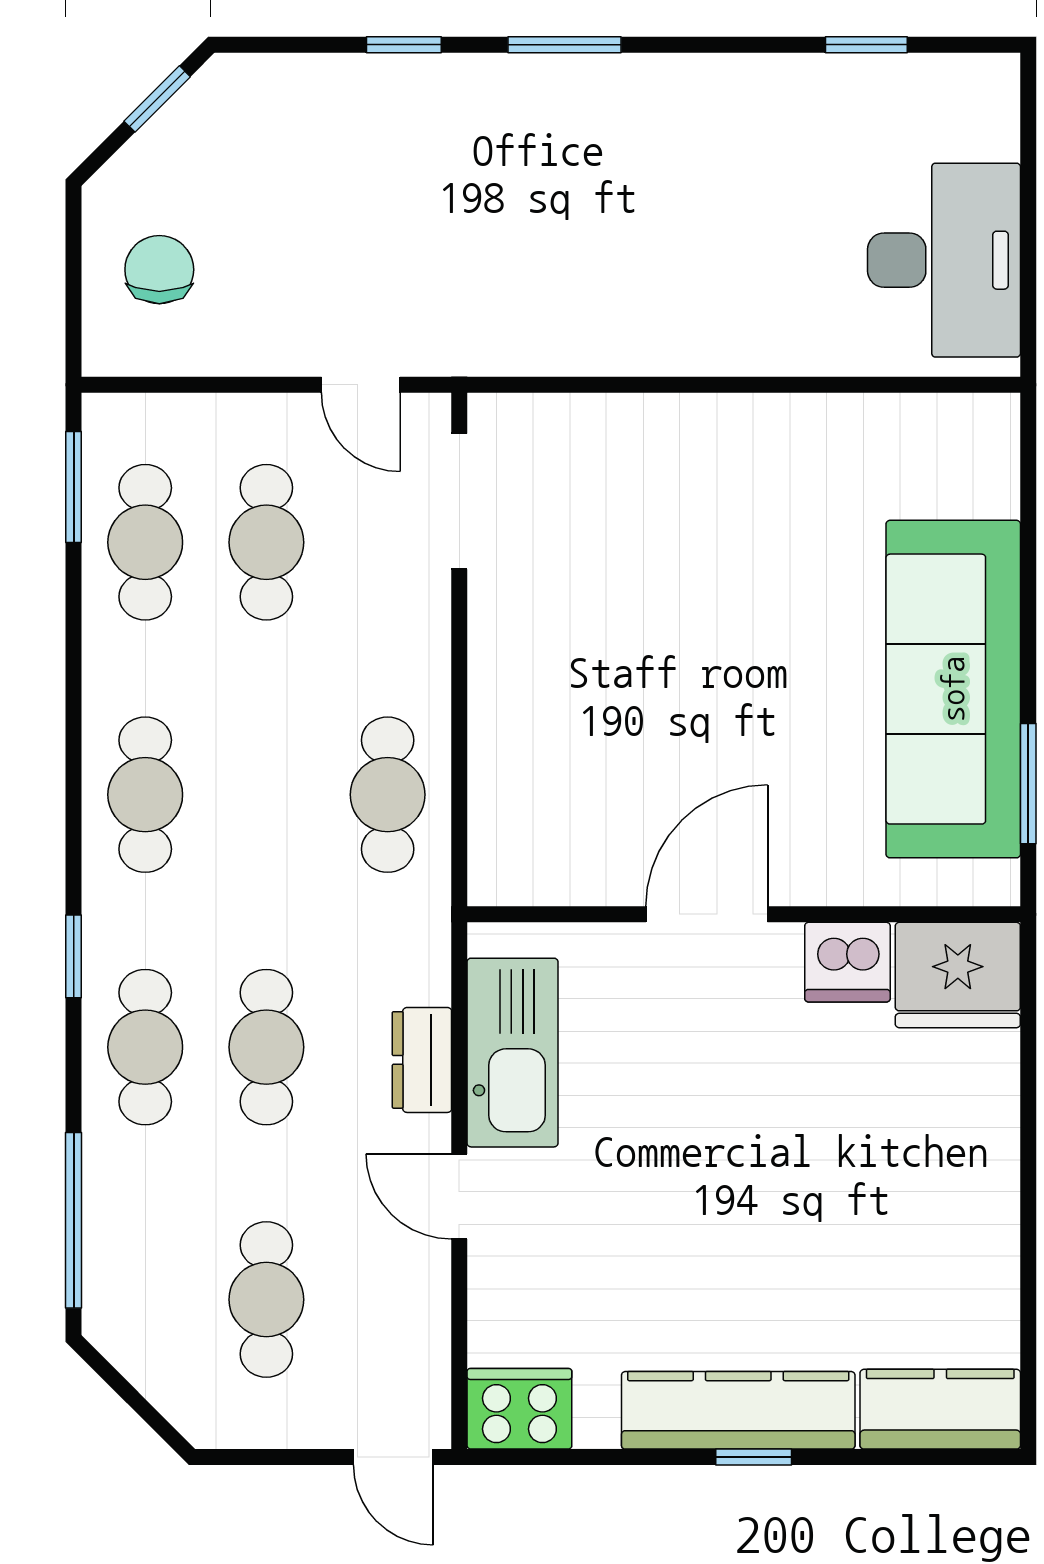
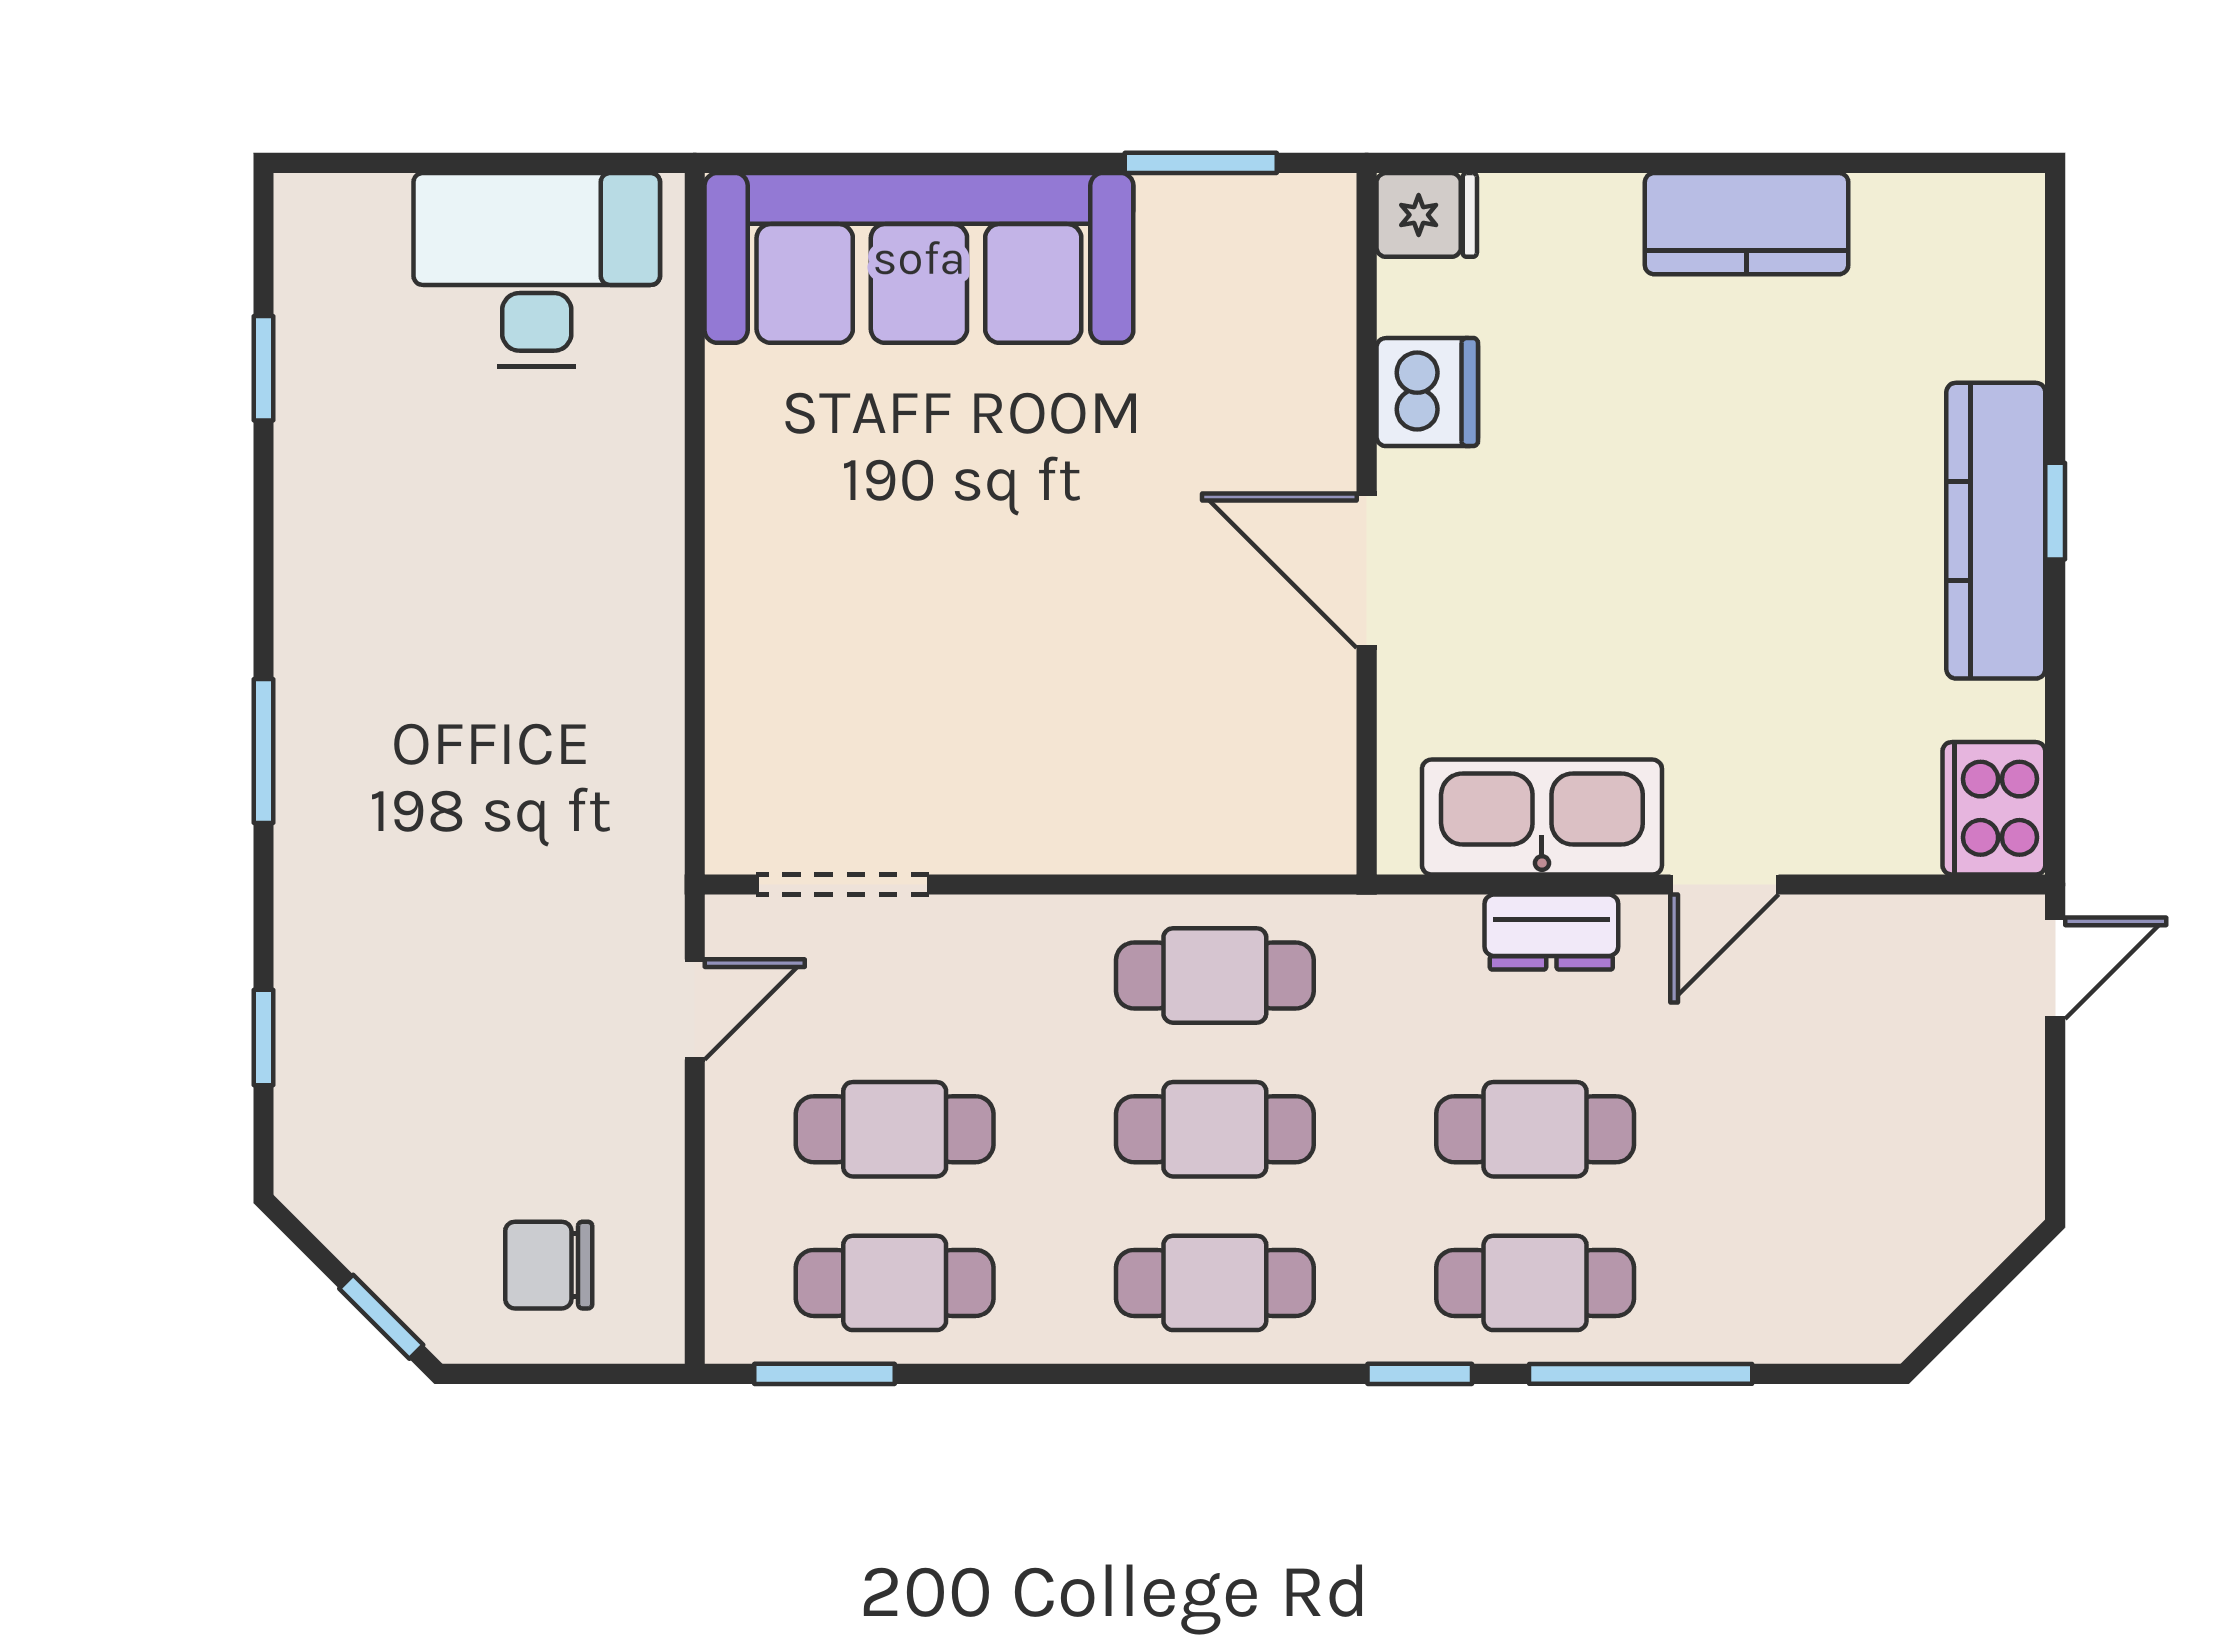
window: (404, 45) -> (263, 1038), moved
window: (157, 99) -> (381, 1317), moved
sofa: (953, 689) -> (919, 258), moved
fridge: (958, 975) -> (1427, 215), width x0.53, depth x0.75
window: (74, 1220) -> (1641, 1374), moved
cafe table: (266, 1300) -> (1215, 1129), moved
kitchen counter: (940, 1409) -> (1747, 224), moved, turned -90

